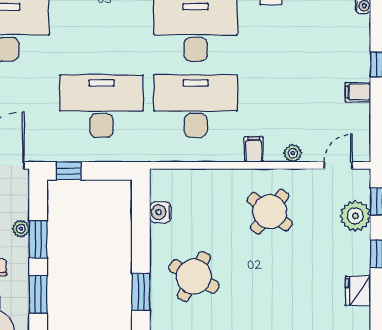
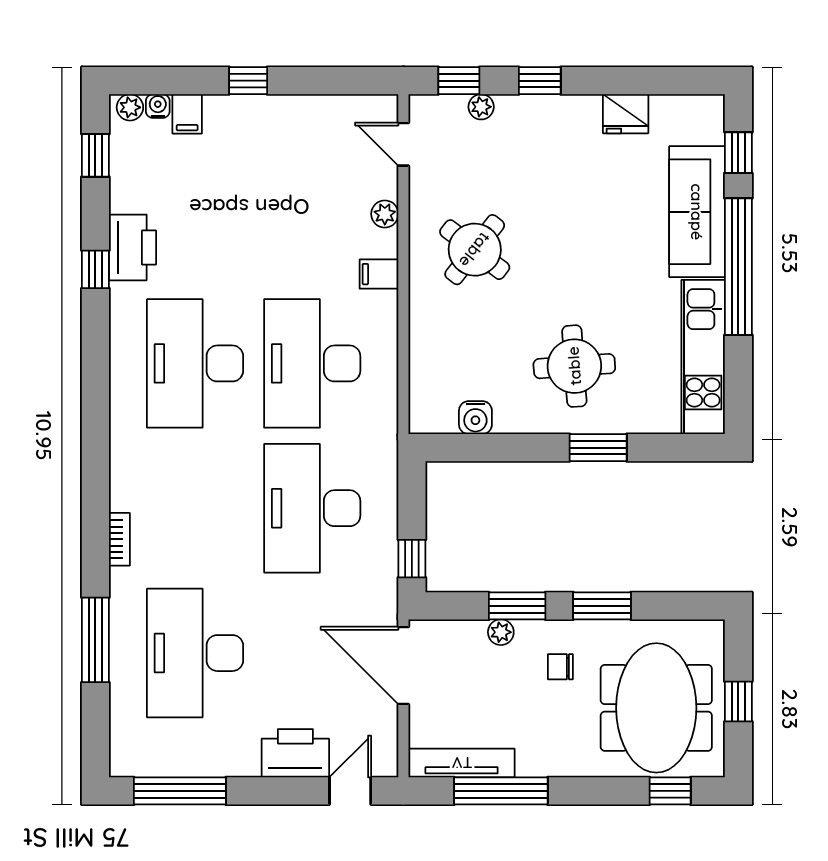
filing cabinet: (358, 92) -> (187, 114), moved
plant: (355, 216) -> (481, 107), width x0.53, depth x0.53
round table: (194, 276) -> (574, 366), turned -32
fridge: (358, 291) -> (626, 114), moved

